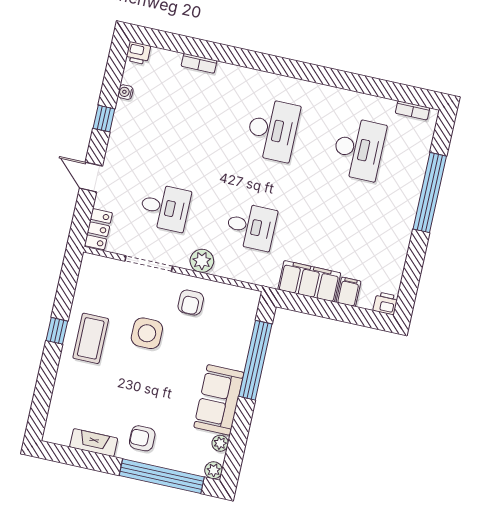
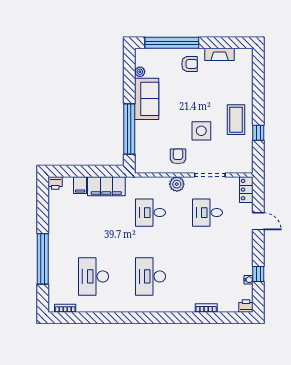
window: (104, 119) -> (258, 274), moved
window: (57, 331) -> (258, 133), moved
plant: (214, 470) -> (140, 54), removed

